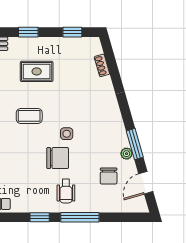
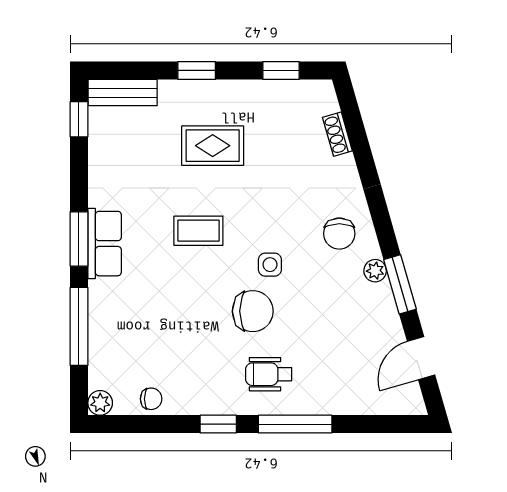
plant: (126, 154) -> (375, 271), moved
chair: (109, 176) -> (339, 234), moved
wheelchair: (66, 191) -> (269, 374), turned 90

